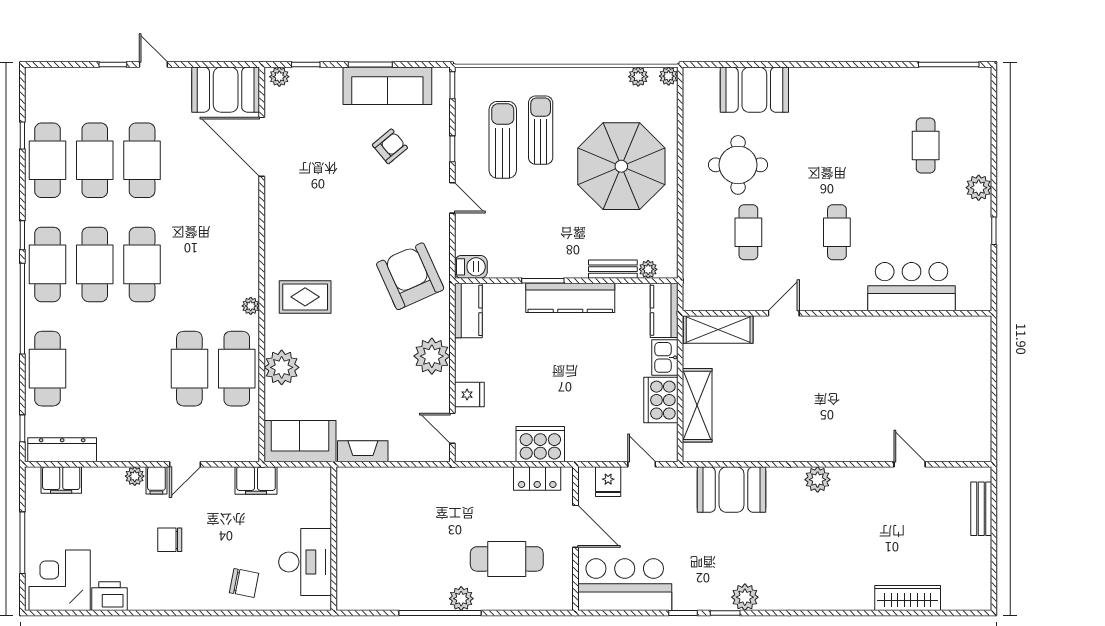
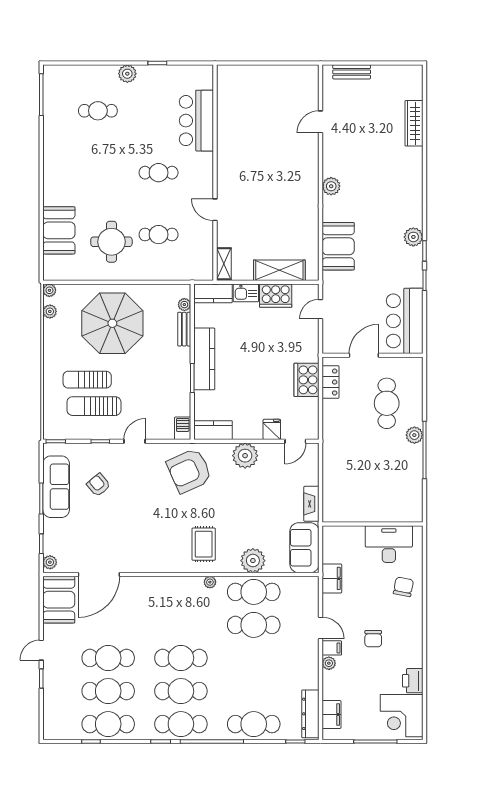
shelving: (718, 329) -> (224, 264), width x0.67, depth x0.75
fridge: (608, 482) -> (333, 332), removed

